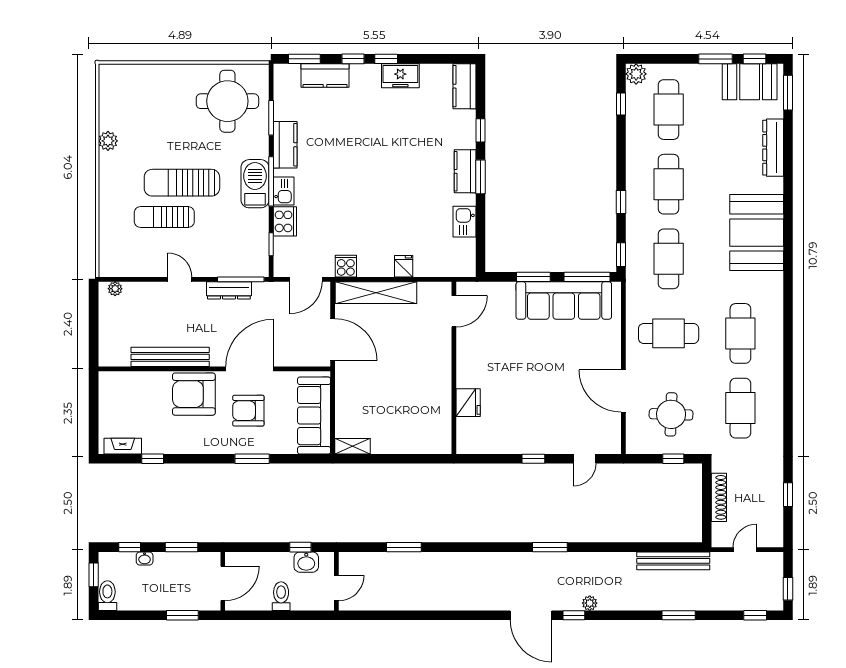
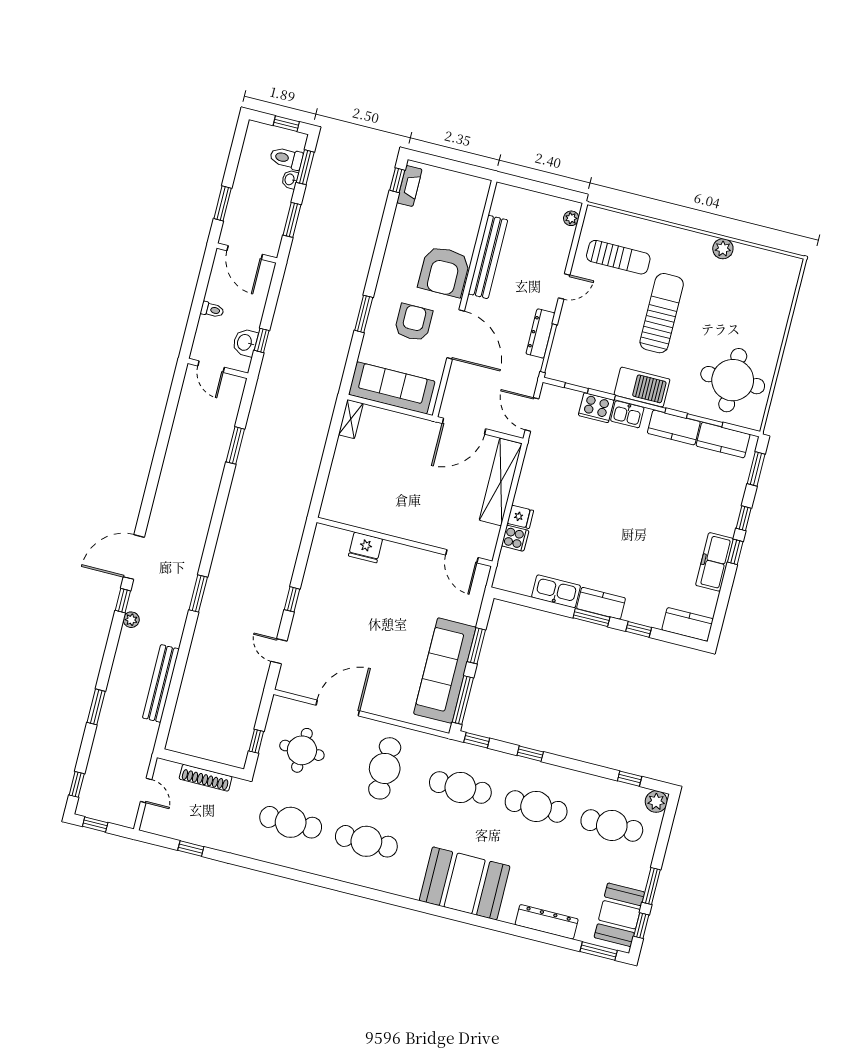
kitchen counter: (325, 75) -> (723, 440), moved, turned -90
freezer: (400, 76) -> (715, 562), width x1.40
sun lounger: (164, 217) -> (618, 257), moved, turned 90
kitchen sink: (465, 222) -> (556, 591), width x1.38
cooker: (346, 266) -> (515, 538), moved
armchair: (194, 394) -> (444, 271), turned 180
window: (153, 459) -> (397, 180), moved
window: (130, 547) -> (305, 167), width x1.50
bench: (673, 561) -> (161, 683), moved
toilet: (107, 596) -> (286, 158), moved, turned 180
toilet: (281, 596) -> (212, 310), width x0.73, depth x0.72

